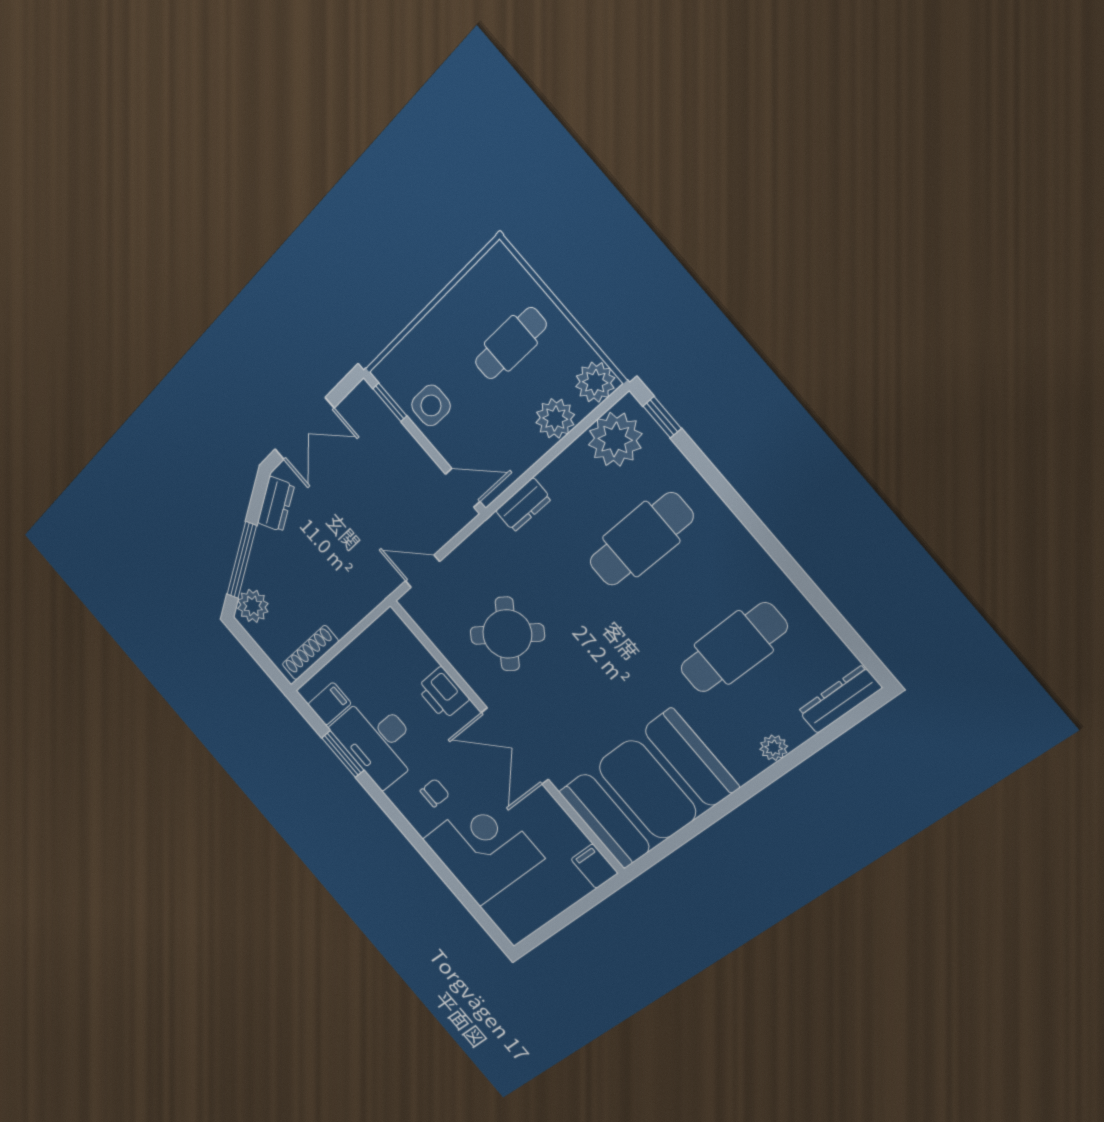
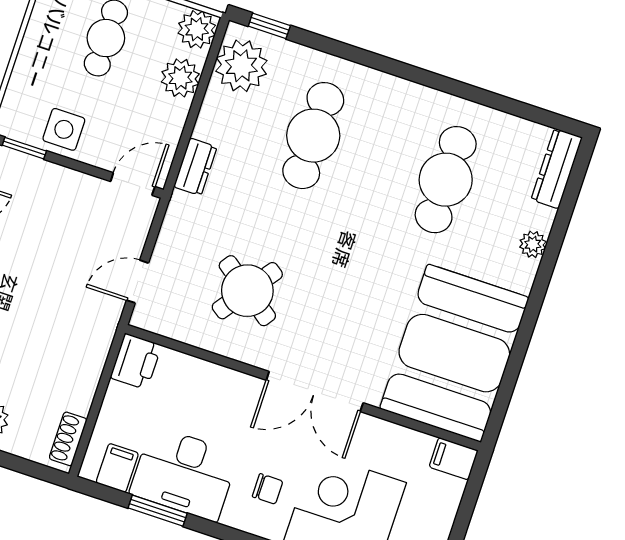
shoe rack: (310, 653) -> (68, 439), width x0.70
printer: (443, 693) -> (136, 361), moved, turned -90
chair: (435, 793) -> (268, 489), turned 90

